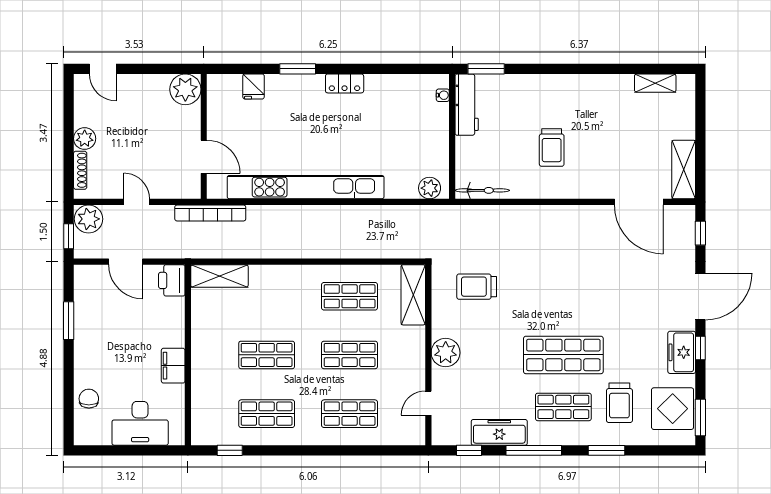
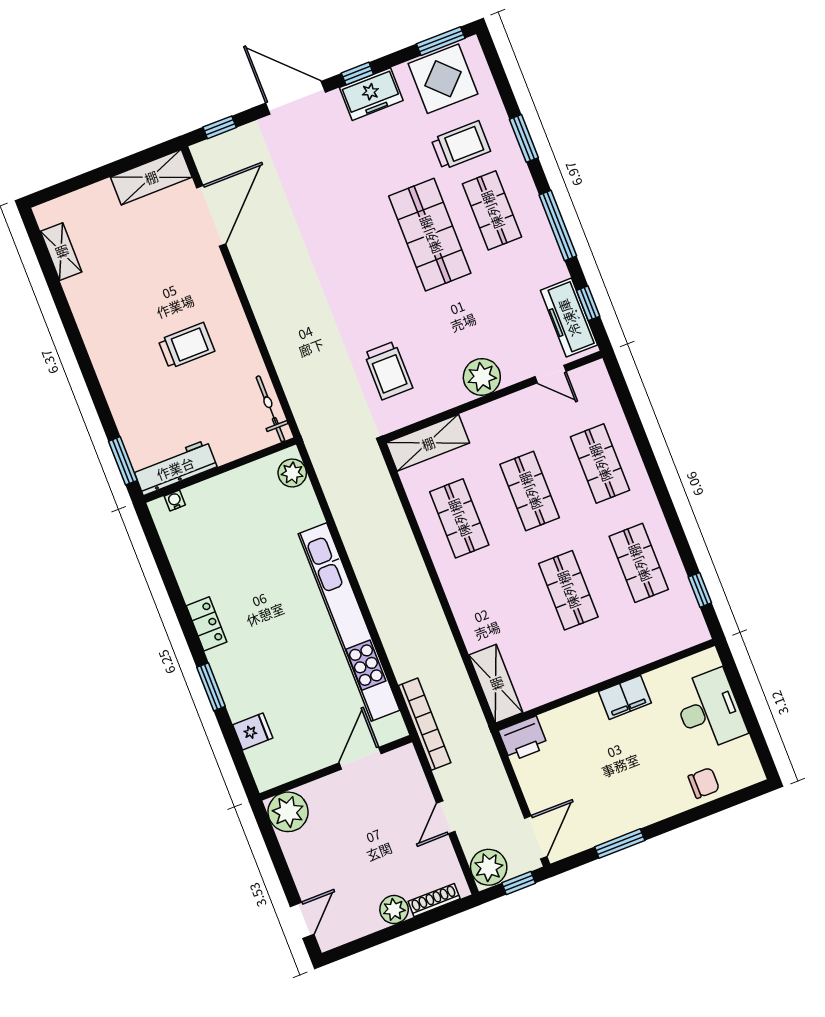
door: (126, 262) -> (536, 837), moved
chair: (89, 399) -> (704, 783), turned 180
freezer: (499, 432) -> (569, 318), moved

